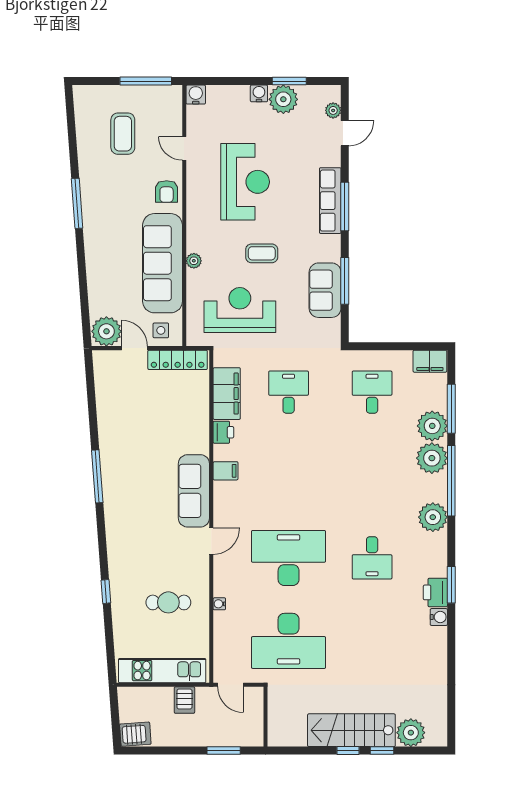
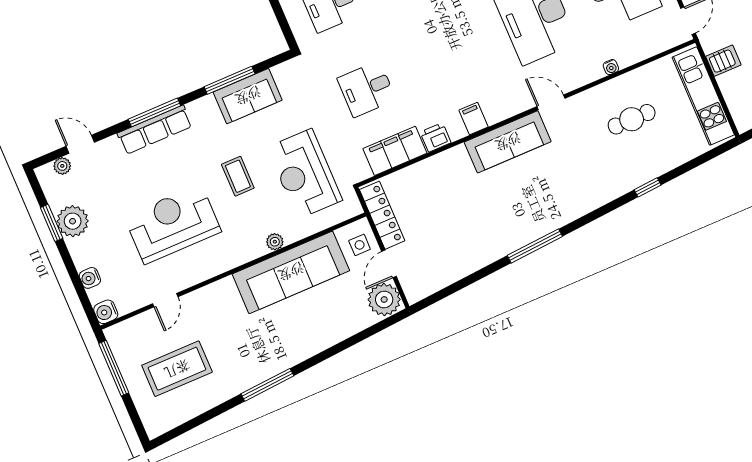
water cooler: (259, 93) -> (90, 278), moved
coffee table: (123, 134) -> (177, 369), width x1.36, depth x1.32
armchair: (167, 191) -> (217, 299), removed
cafe table: (168, 602) -> (632, 119), turned 90

